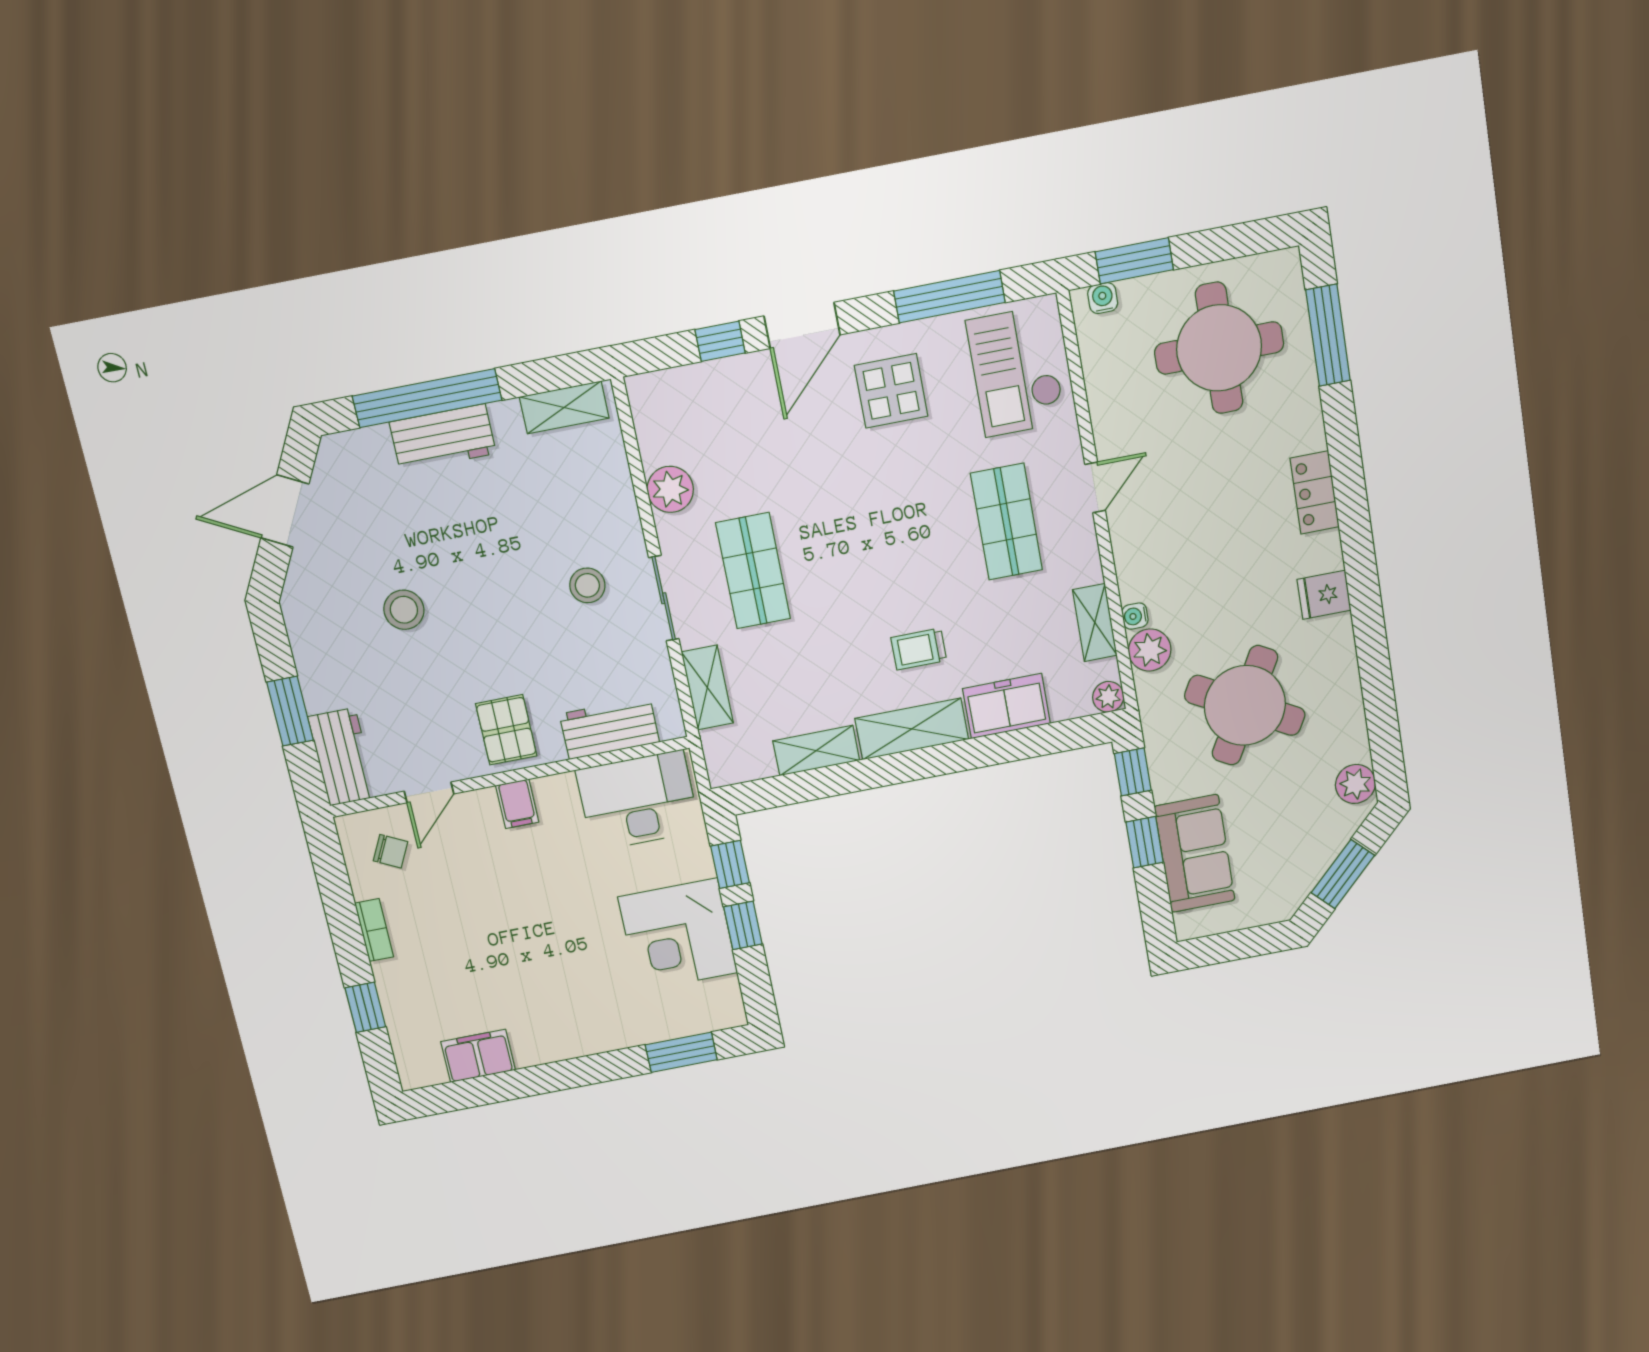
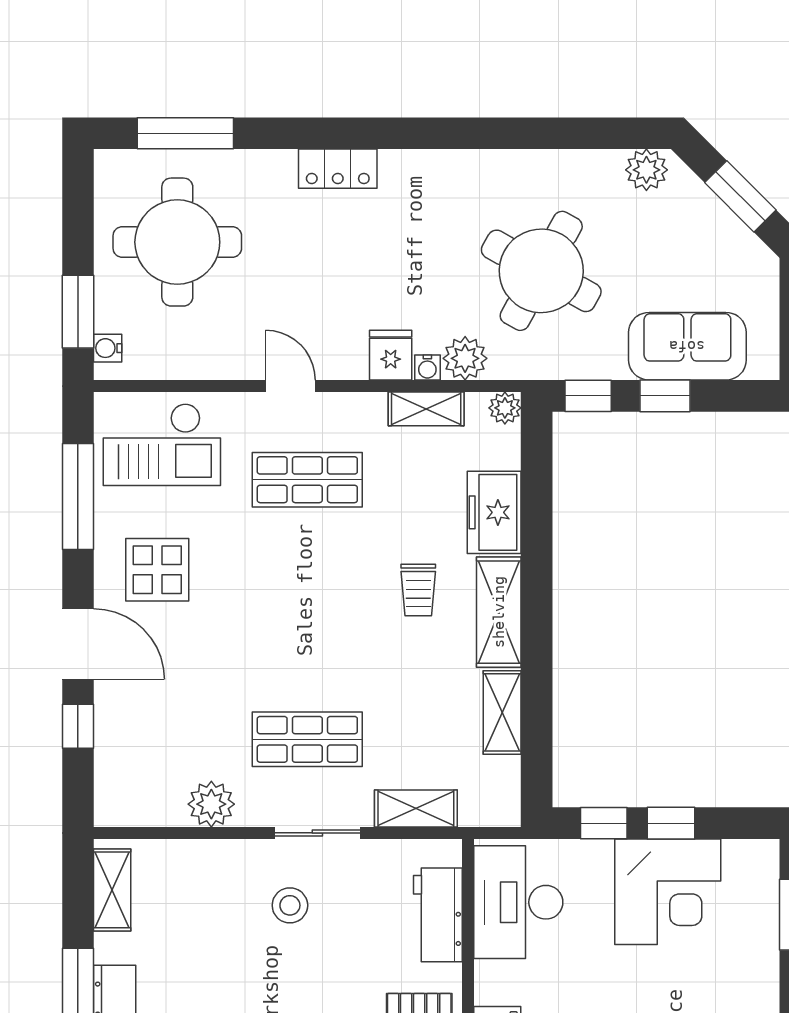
fridge: (1324, 595) -> (391, 355), moved, turned 180

